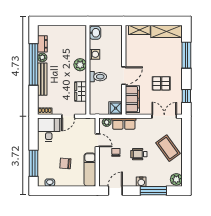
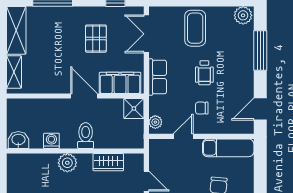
row of seats: (124, 124) -> (158, 77), moved
coffee table: (168, 148) -> (195, 28), turned -54
water cooler: (141, 182) -> (246, 69), removed
door: (115, 191) -> (260, 109), hinge flipped

